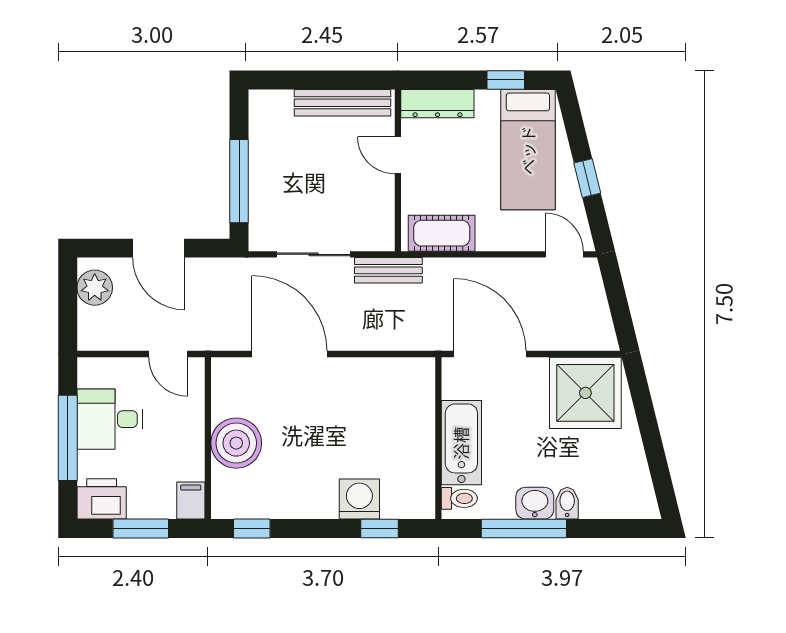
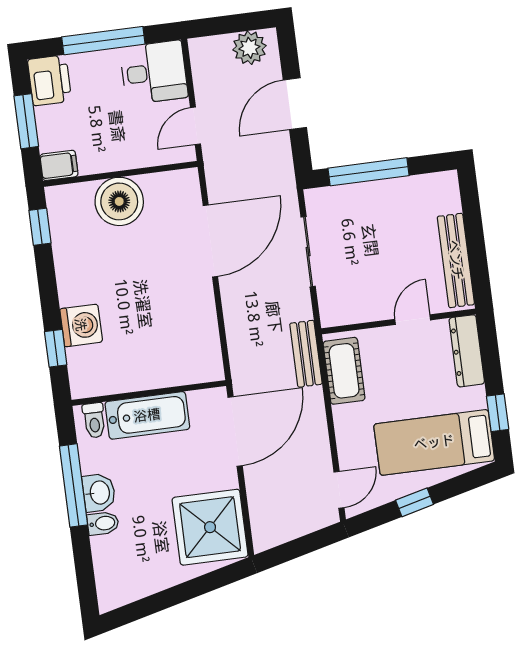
bench: (388, 270) -> (306, 354), moved
desk: (110, 419) -> (154, 72), moved, turned 90

